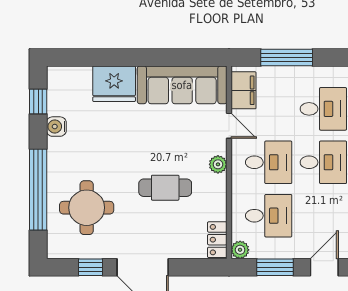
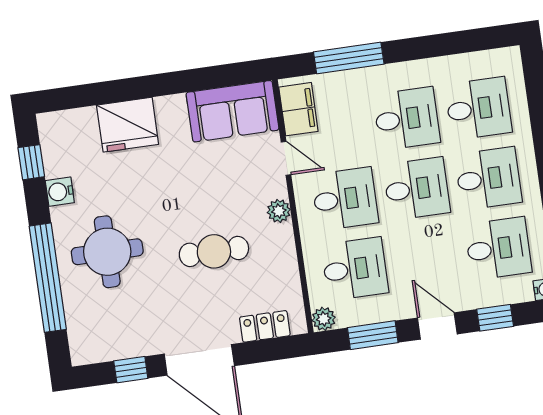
sofa: (182, 85) -> (233, 111), width x0.73
round table: (87, 208) -> (107, 252), moved
locker: (217, 240) -> (265, 326), moved, turned 90
door: (324, 267) -> (437, 326), hinge flipped

